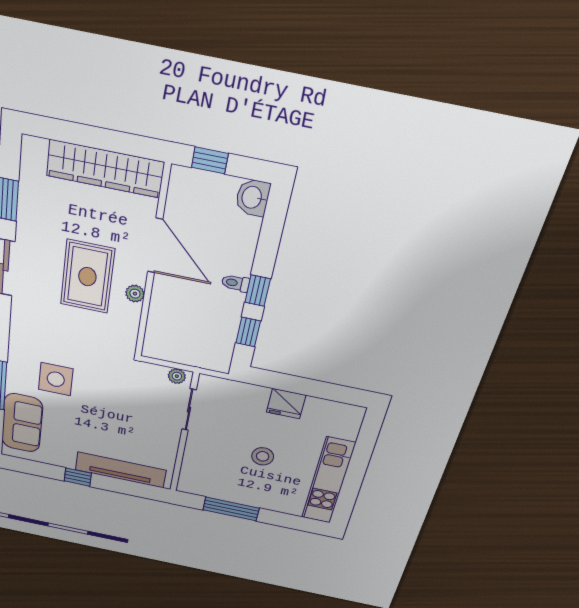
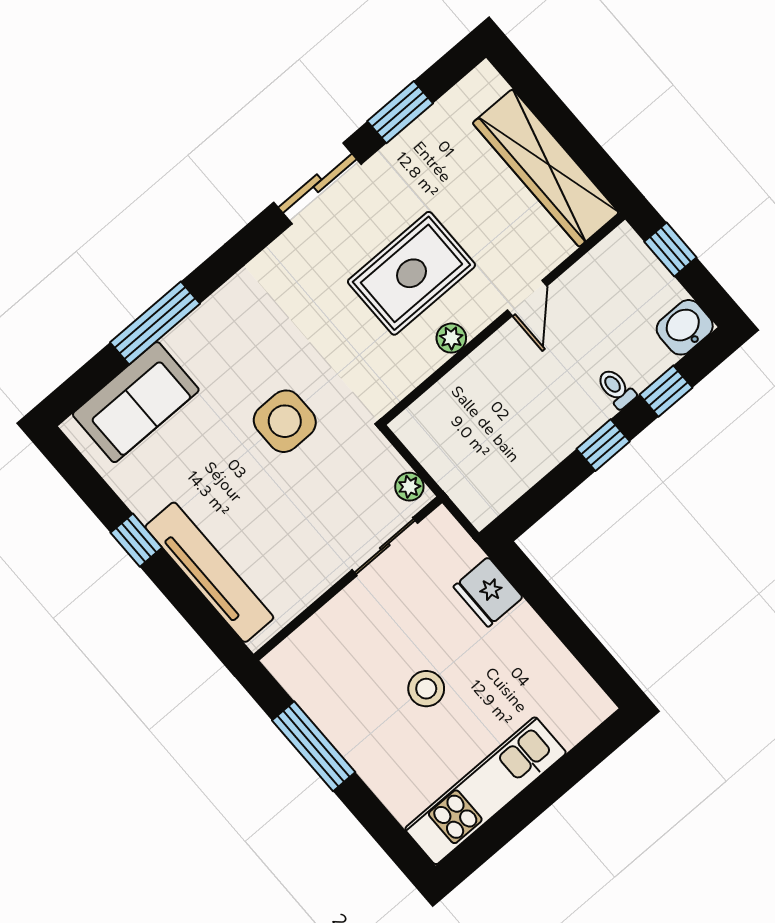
door: (155, 246) -> (527, 298), width x0.53
toilet: (235, 283) -> (616, 388), moved
window: (248, 332) -> (666, 391), moved
side table: (56, 379) -> (285, 421), moved
fridge: (286, 404) -> (488, 592), moved

